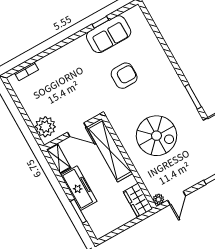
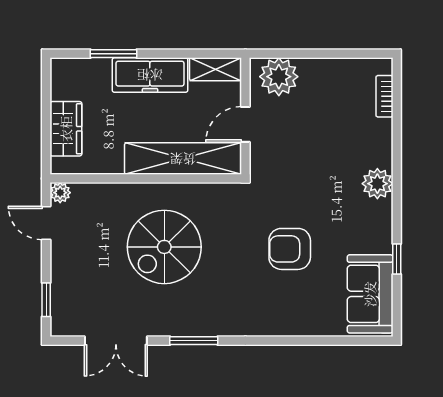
sofa: (109, 34) -> (370, 294), moved
plant: (70, 51) -> (377, 184), added
armchair: (124, 76) -> (290, 249), turned 90
wardrobe: (138, 200) -> (66, 129), moved, turned 90

